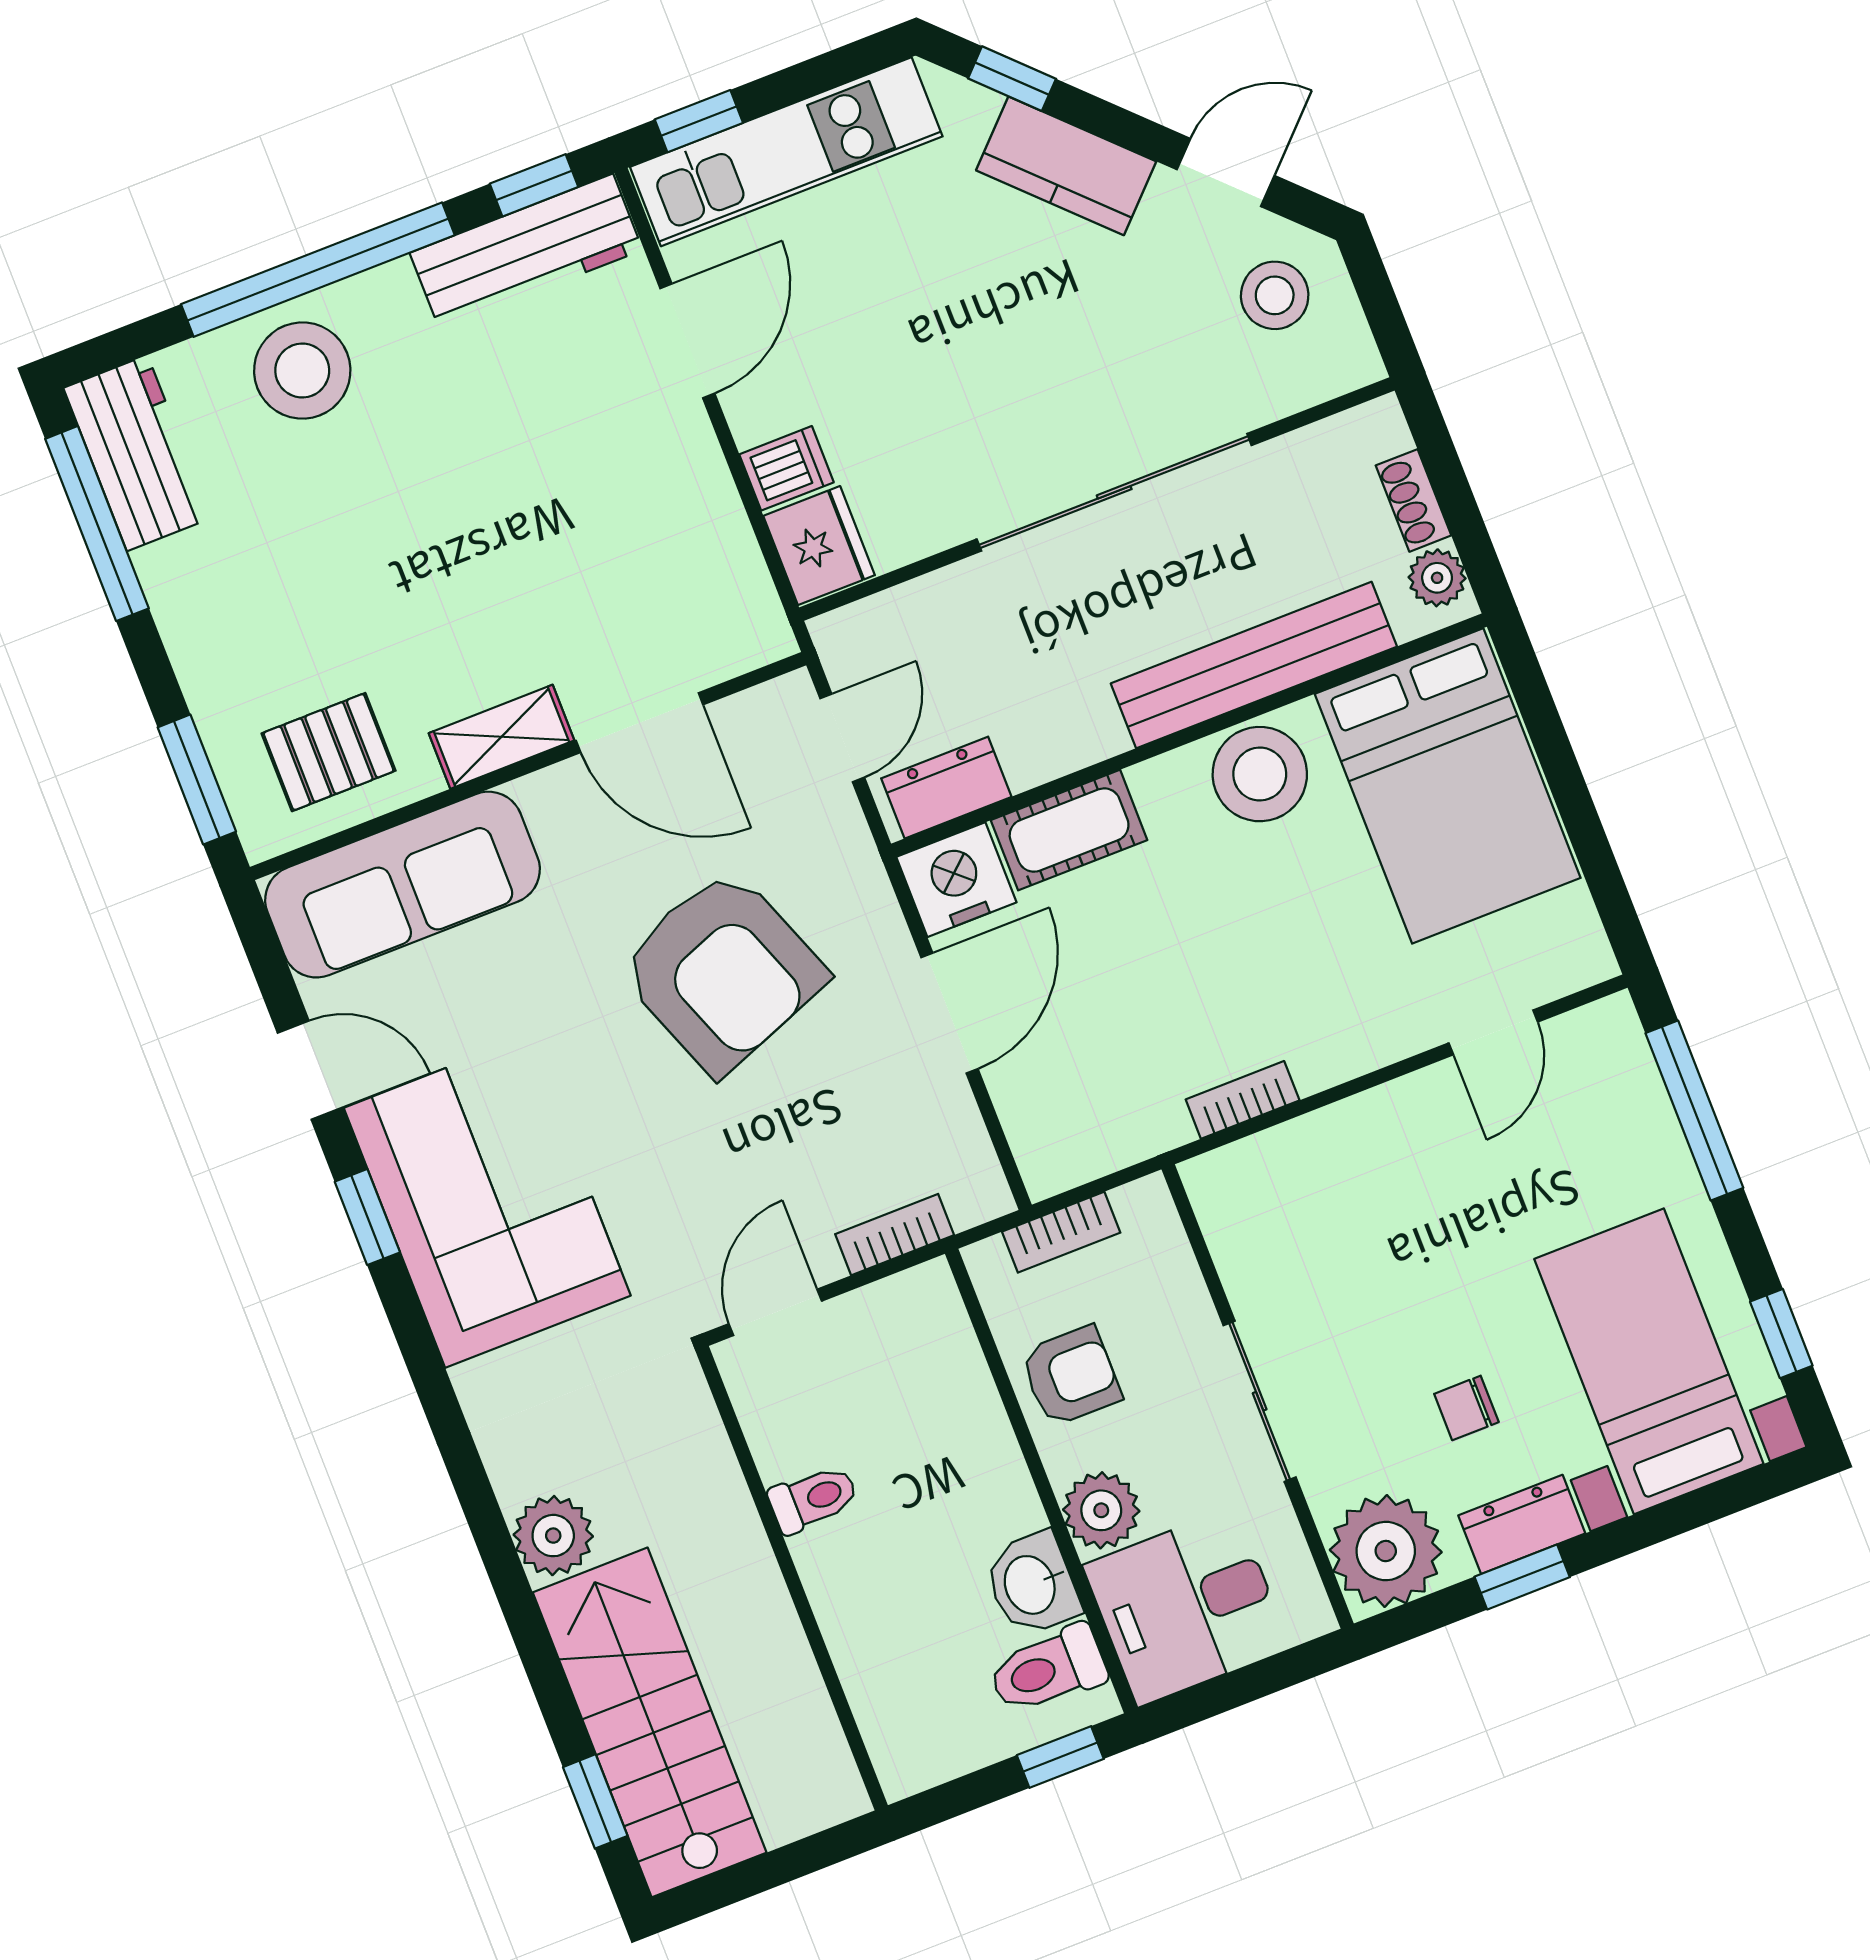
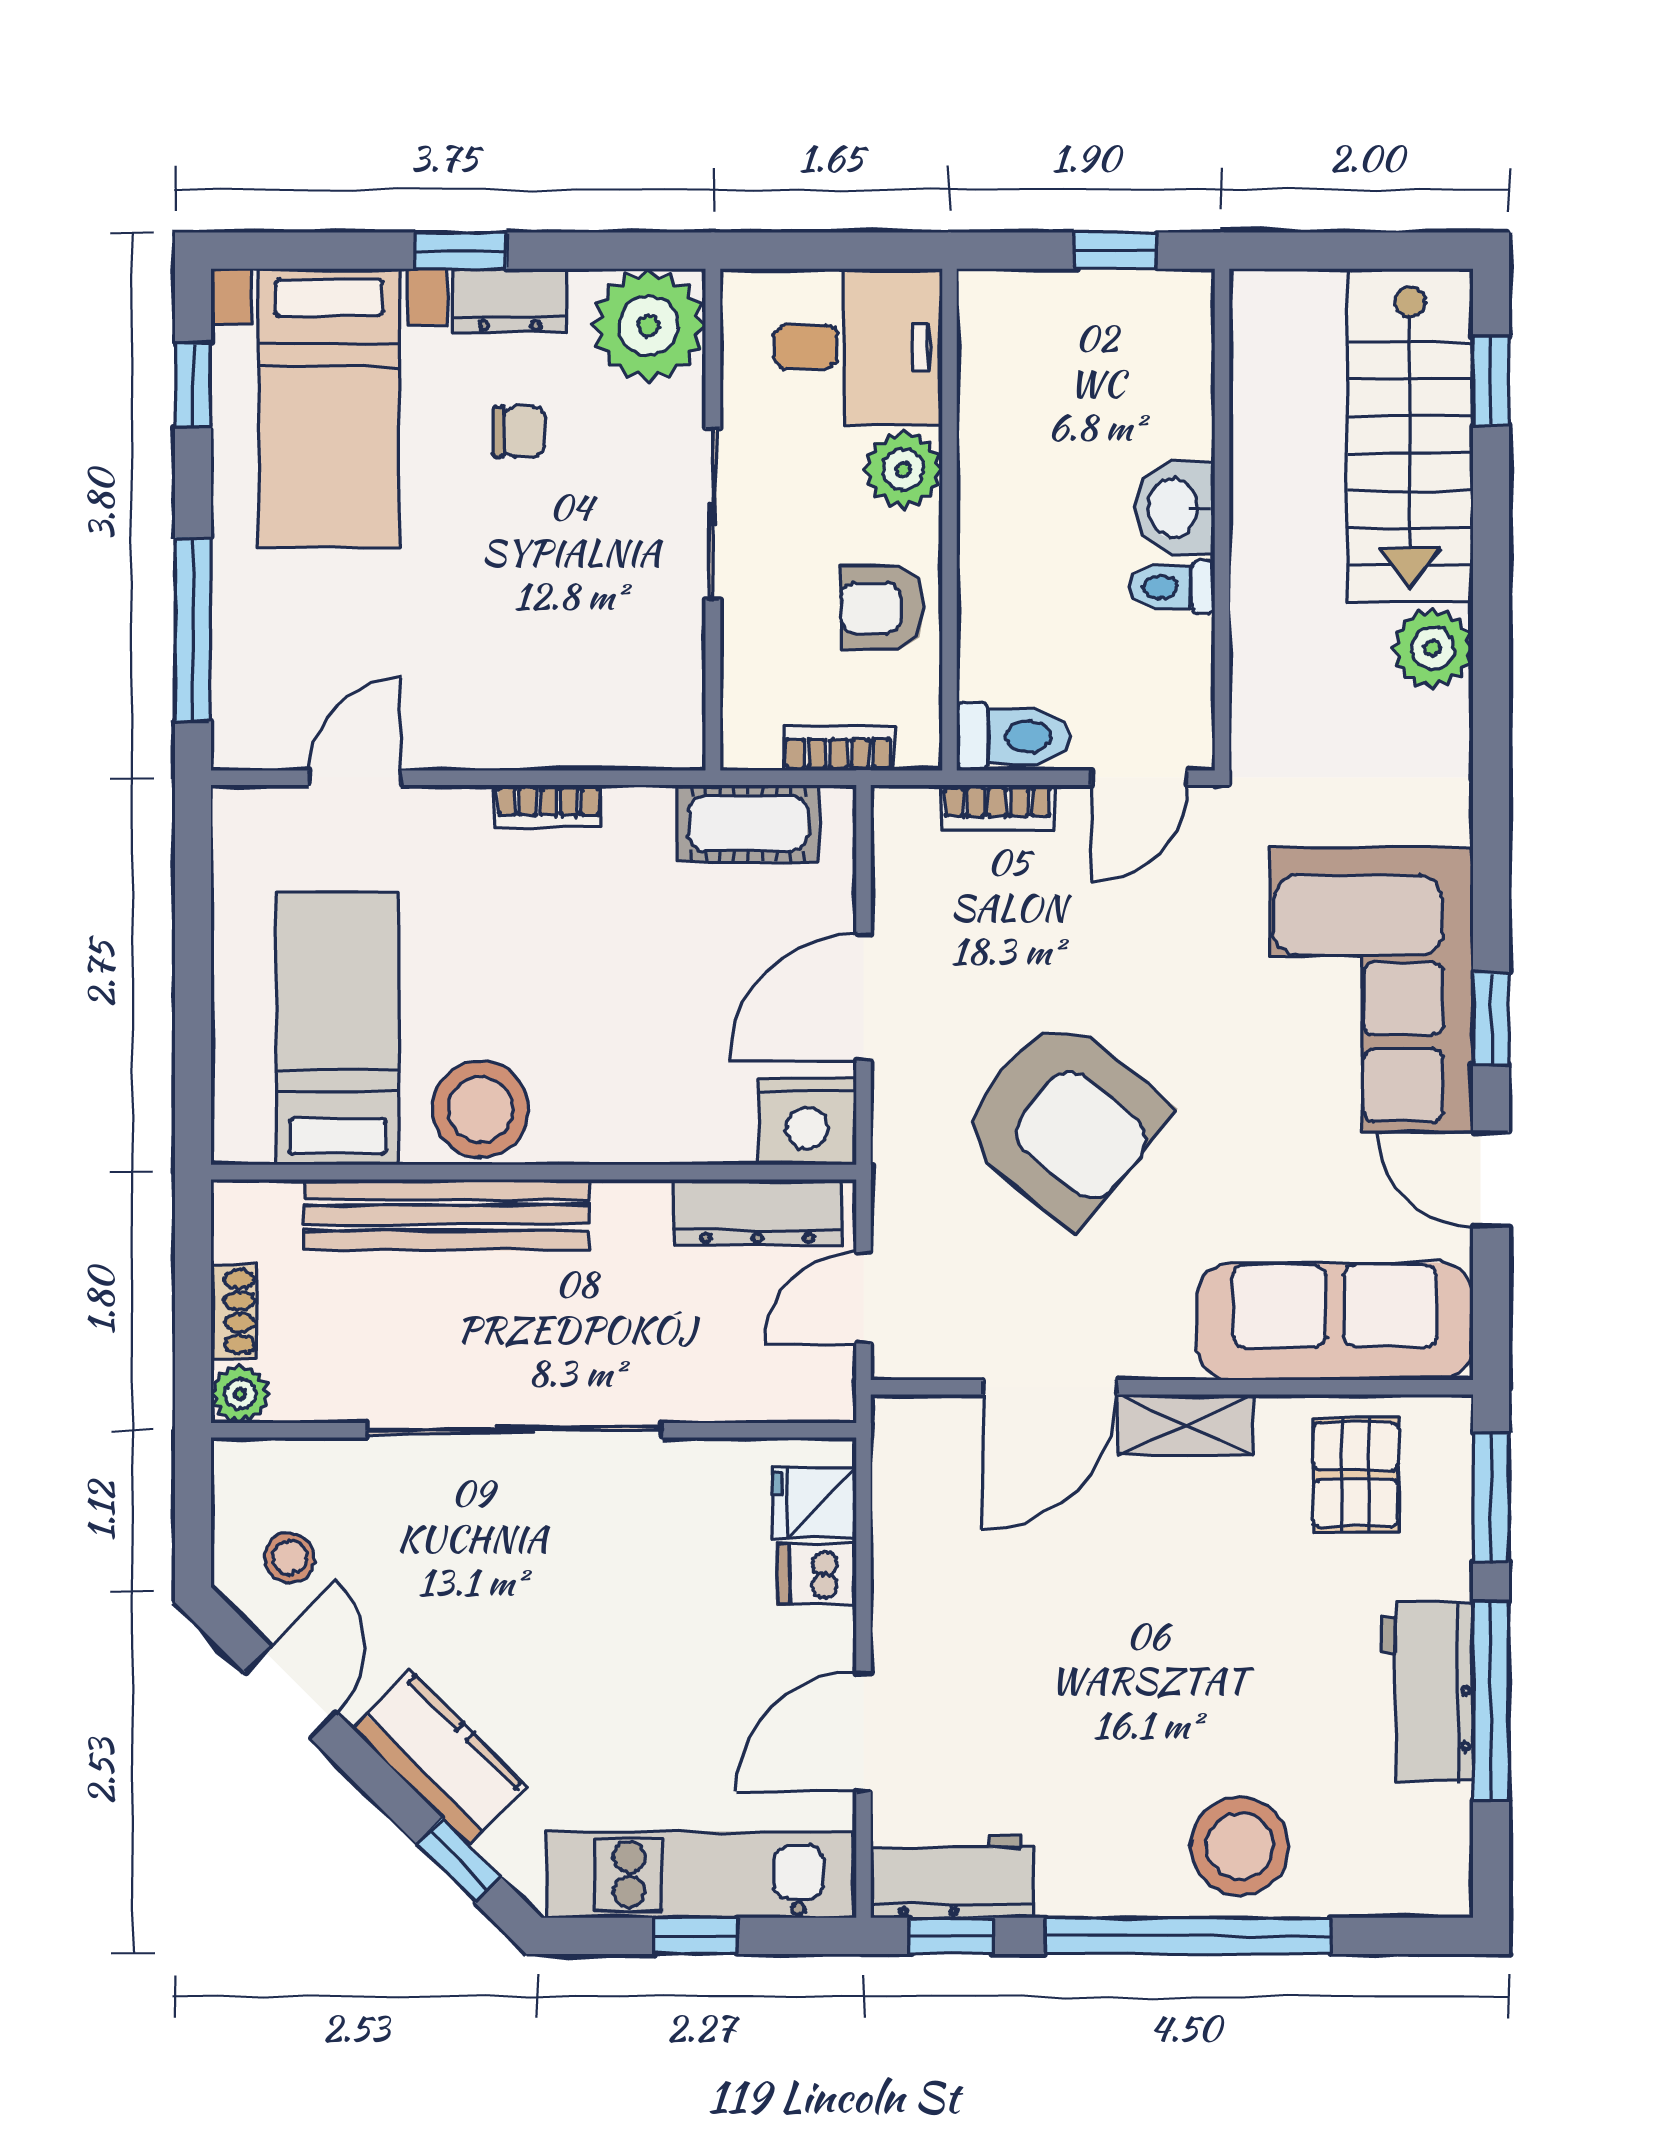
window: (699, 121) -> (695, 1936), moved
door: (1226, 172) -> (291, 1692), swing flipped
workbench: (526, 251) -> (953, 1876), width x0.73
stool: (1275, 295) -> (290, 1558), width x0.73, depth x0.73
workbench: (137, 453) -> (1427, 1692), moved
window: (97, 524) -> (1491, 1701), moved
fridge: (819, 546) -> (814, 1502), width x0.72
plant: (1437, 578) -> (240, 1394), moved
door: (640, 723) -> (1050, 1387), swing flipped
pallet: (329, 752) -> (1356, 1474), turned 90
bed: (1448, 786) -> (338, 1028), width x0.67
dresser: (946, 788) -> (757, 1212), width x1.44
cot: (1069, 830) -> (748, 823), moved
armchair: (722, 971) -> (1063, 1121), turned 150
bookcase: (1243, 1100) -> (549, 806), moved
window: (1522, 1577) -> (461, 251), moved
washbasin: (1032, 1584) -> (1175, 508), moved, turned 180
toilet: (1048, 1670) -> (1013, 736), moved
window: (1060, 1757) -> (1116, 251), moved

